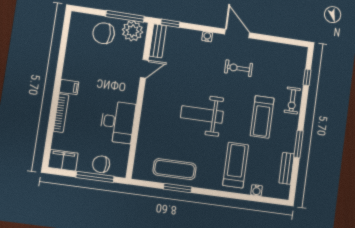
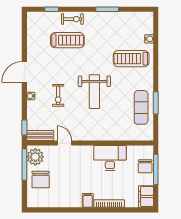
exercise bike: (238, 68) -> (58, 95), moved
treadmill: (262, 117) -> (67, 40), moved
bench: (287, 168) -> (128, 17), removed

